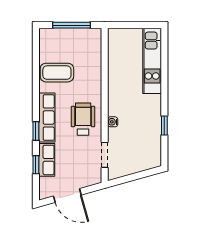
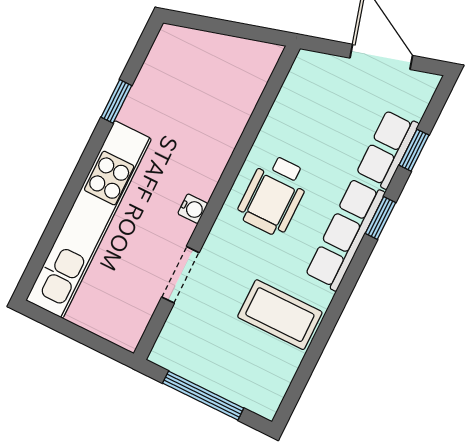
kitchen unit: (152, 61) -> (89, 219), width x1.36
water cooler: (113, 122) -> (193, 209), moved
doorway: (105, 155) -> (180, 275), moved

